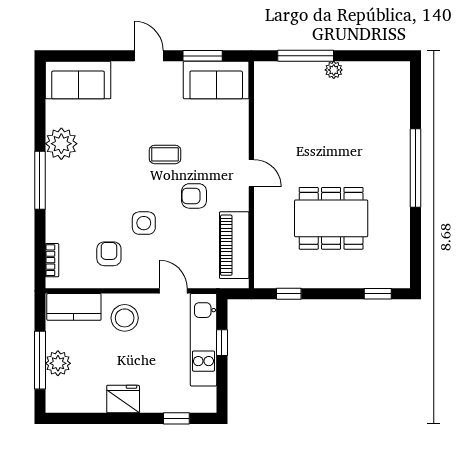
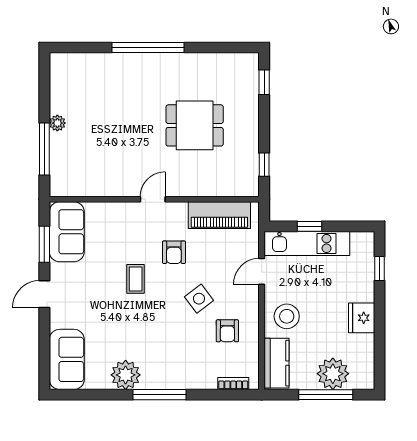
dining table: (331, 218) -> (195, 125), width x0.73
side table: (144, 223) -> (199, 299), turned -37
armchair: (109, 254) -> (227, 331), turned -90
plant: (58, 363) -> (333, 374), width x1.36, depth x1.36

